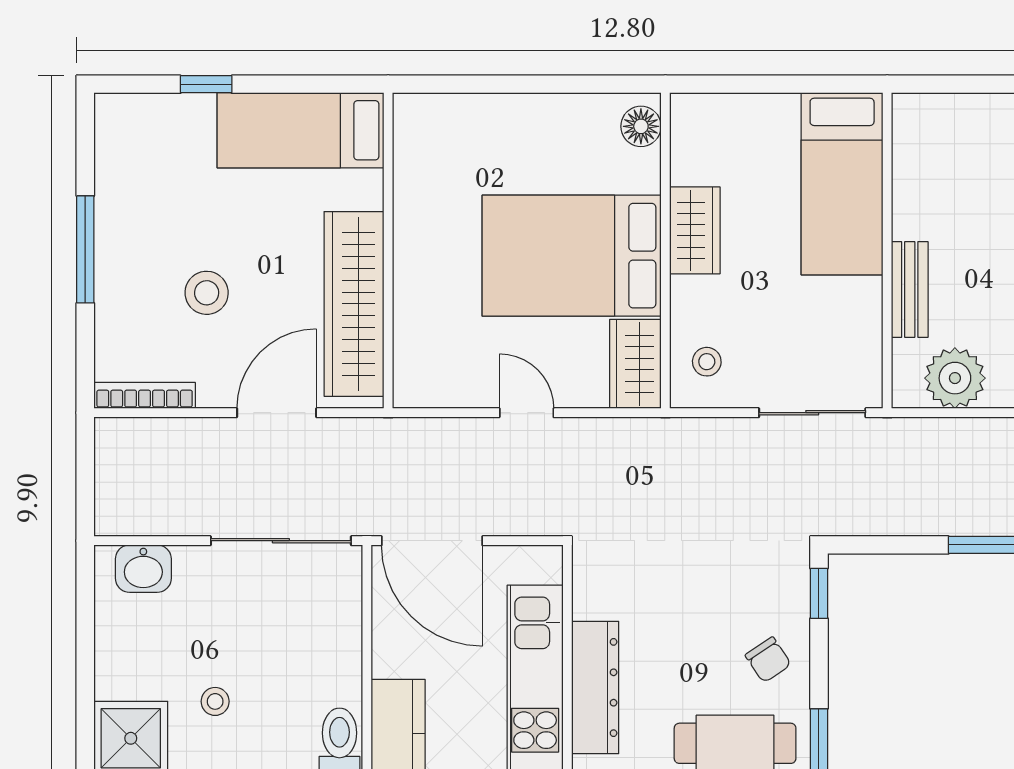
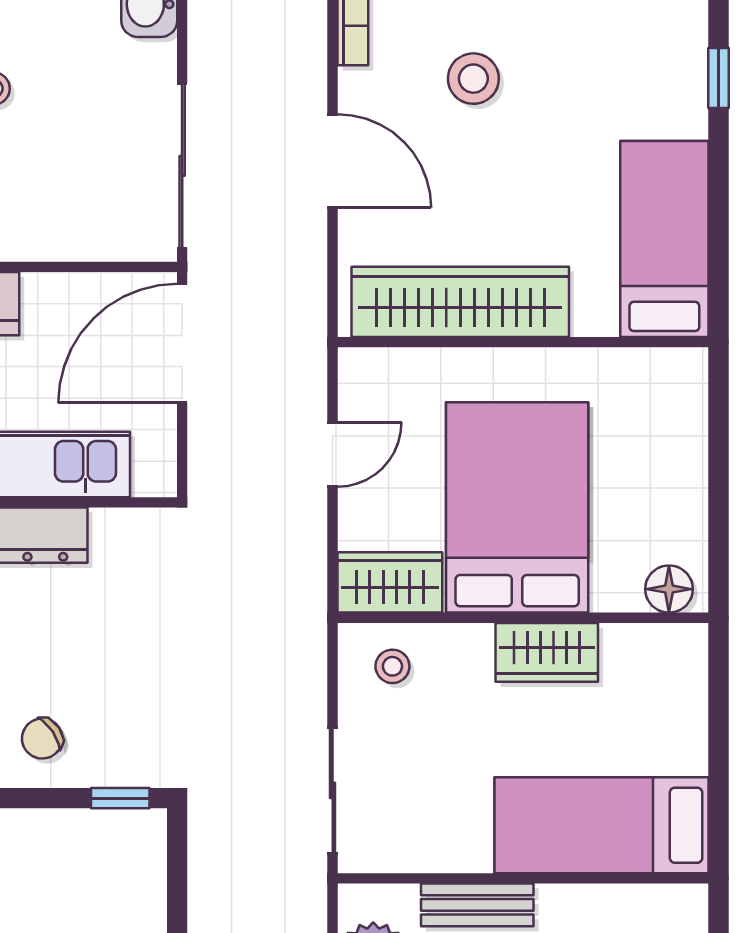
bed: (300, 130) -> (664, 239), moved
wall: (388, 251) -> (523, 342), moved
wardrobe: (354, 304) -> (460, 302), moved

